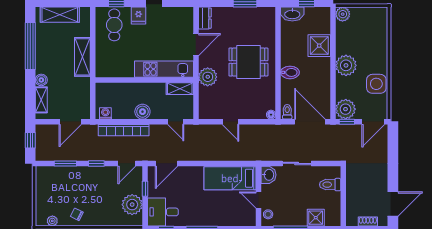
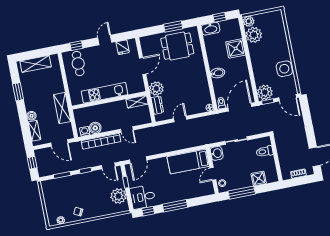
fridge: (139, 15) -> (123, 47), moved
dresser: (205, 18) -> (157, 105), moved
window: (30, 46) -> (18, 92), width x0.47
shelving: (82, 57) -> (62, 108), moved
dining table: (248, 62) -> (177, 46), moved
plant: (346, 65) -> (254, 35), moved
kitchen unit: (164, 69) -> (105, 93), moved
boiler: (142, 112) -> (95, 128), moved
door: (70, 122) -> (59, 143), hinge flipped
door: (176, 122) -> (127, 130), moved
door: (231, 122) -> (180, 119), swing flipped
door: (310, 122) -> (240, 107), hinge flipped
door: (373, 122) -> (288, 98), hinge flipped
door: (127, 163) -> (108, 166), hinge flipped
door: (259, 200) -> (213, 174), hinge flipped

